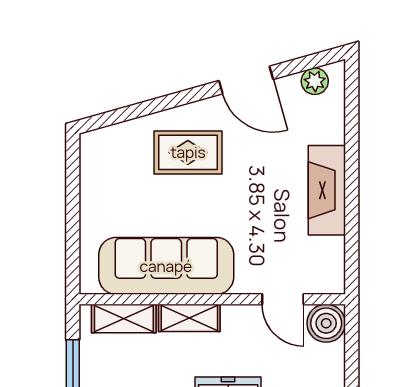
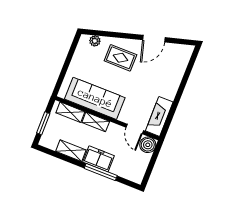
door: (246, 80) -> (154, 39), hinge flipped
plant: (315, 81) -> (95, 41), moved
fireplace: (327, 190) -> (159, 116), moved

